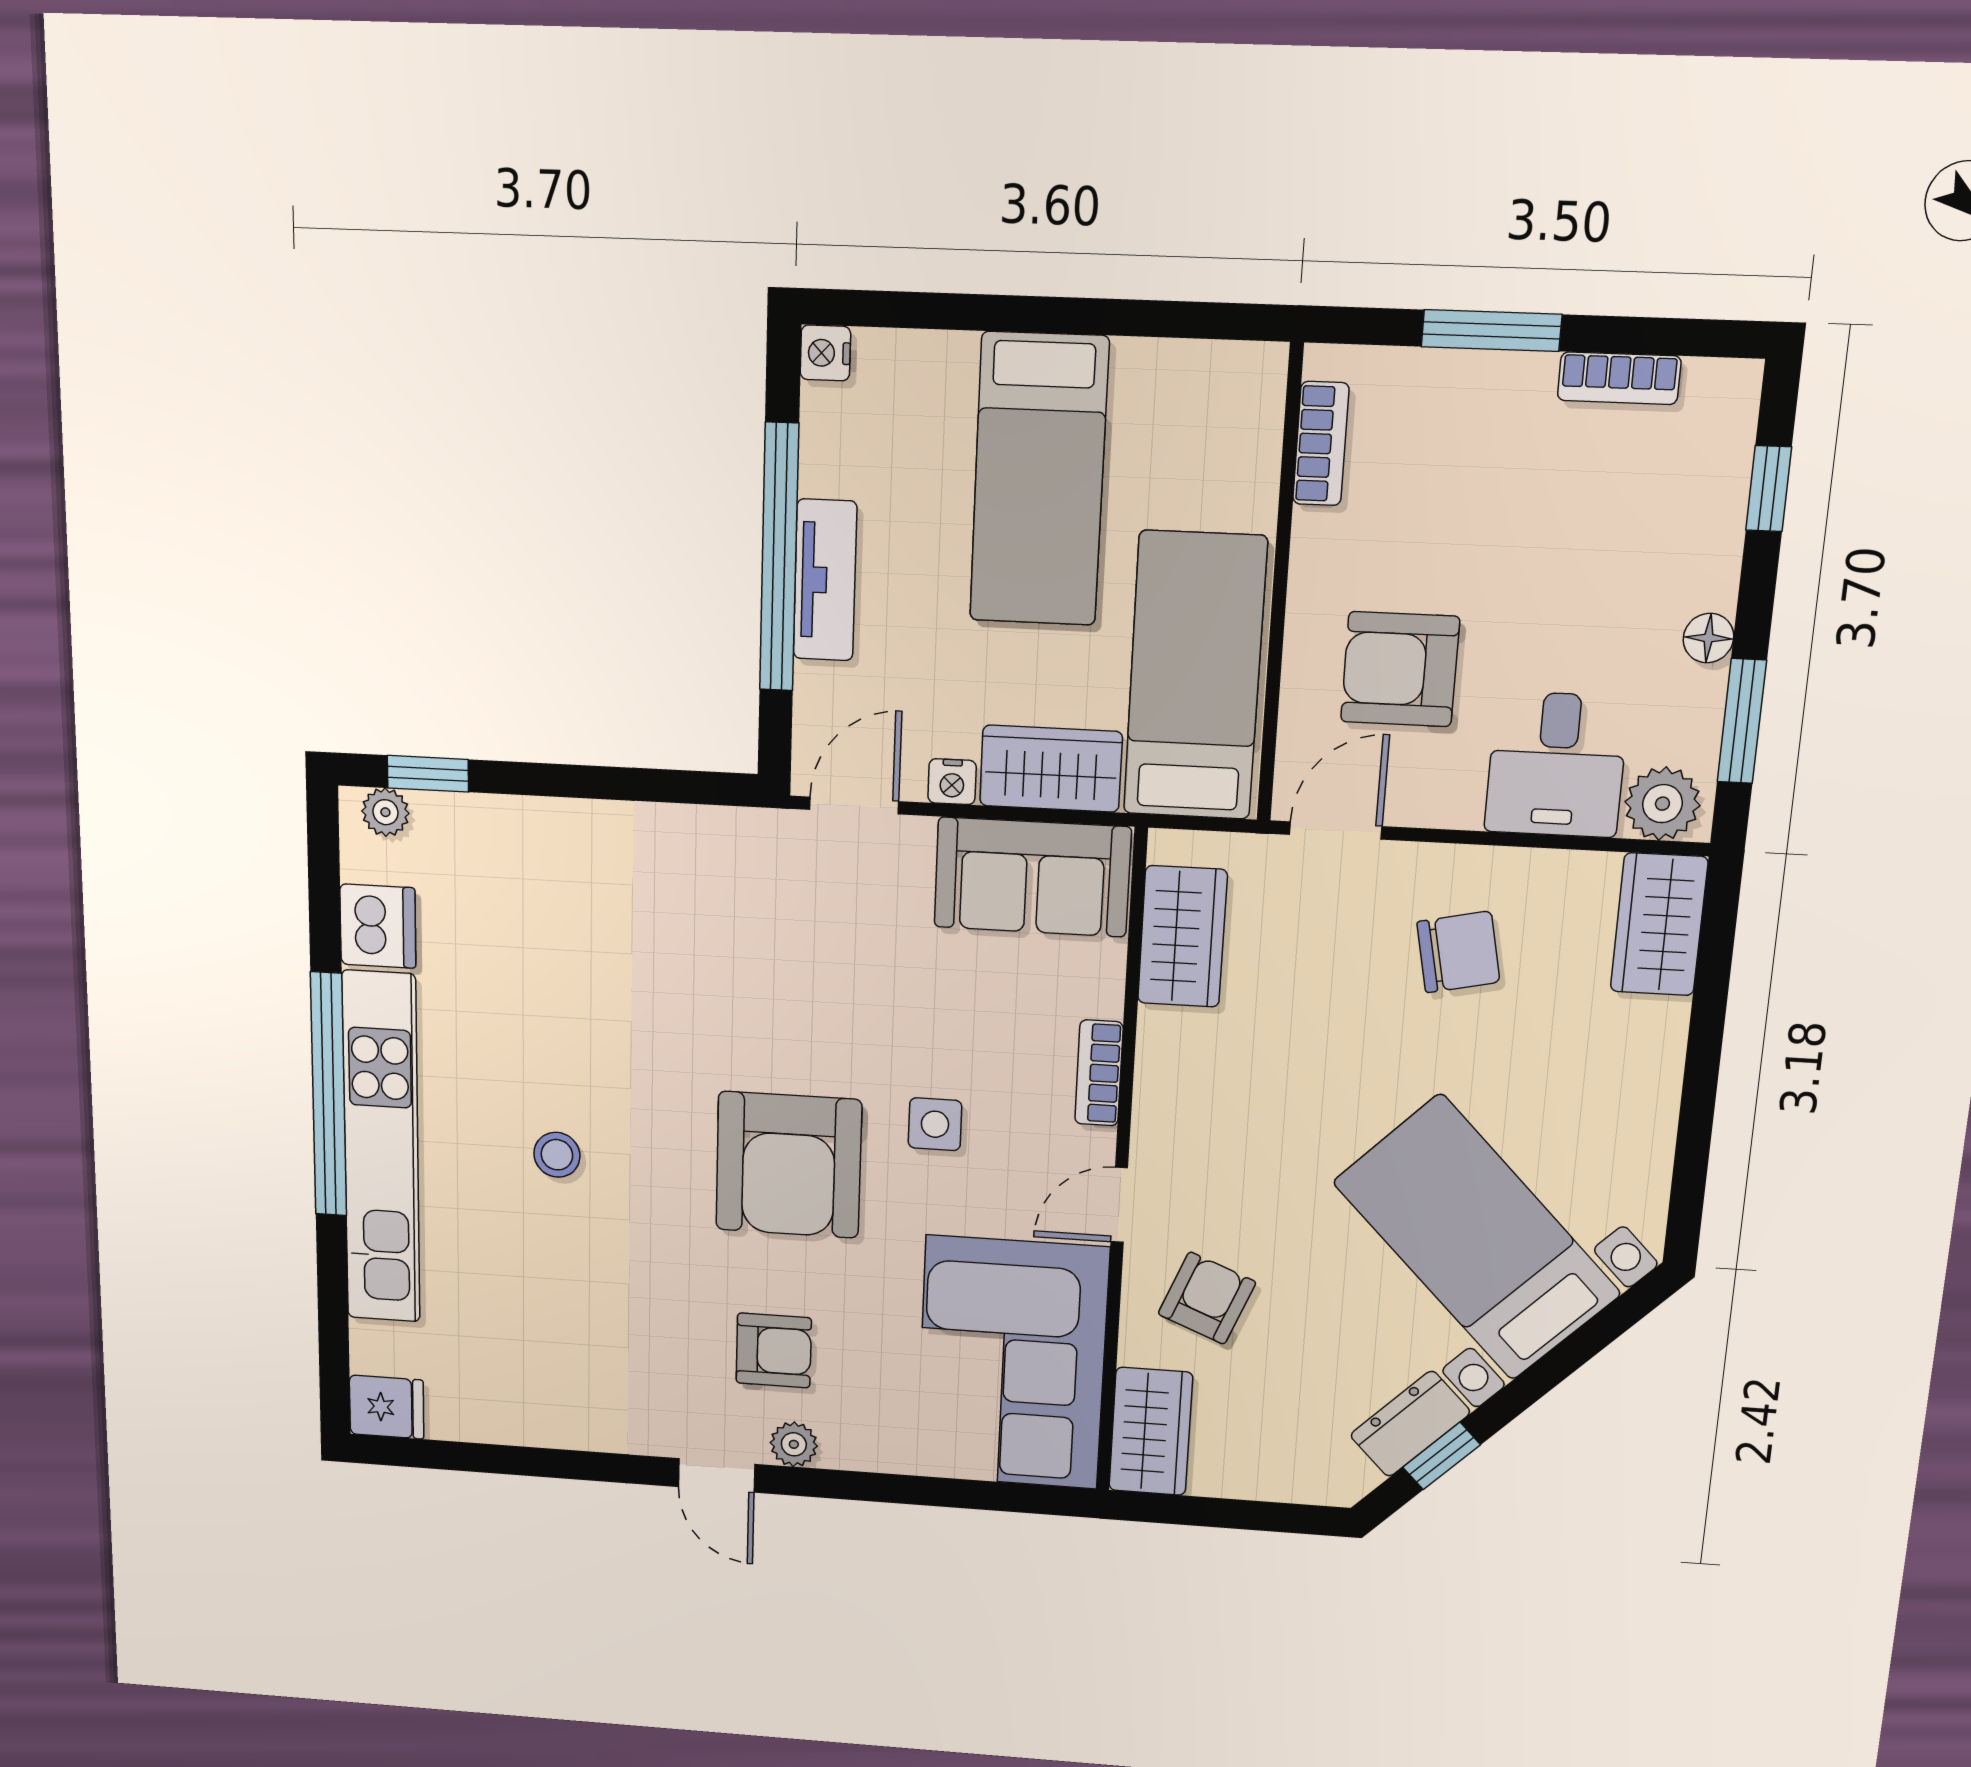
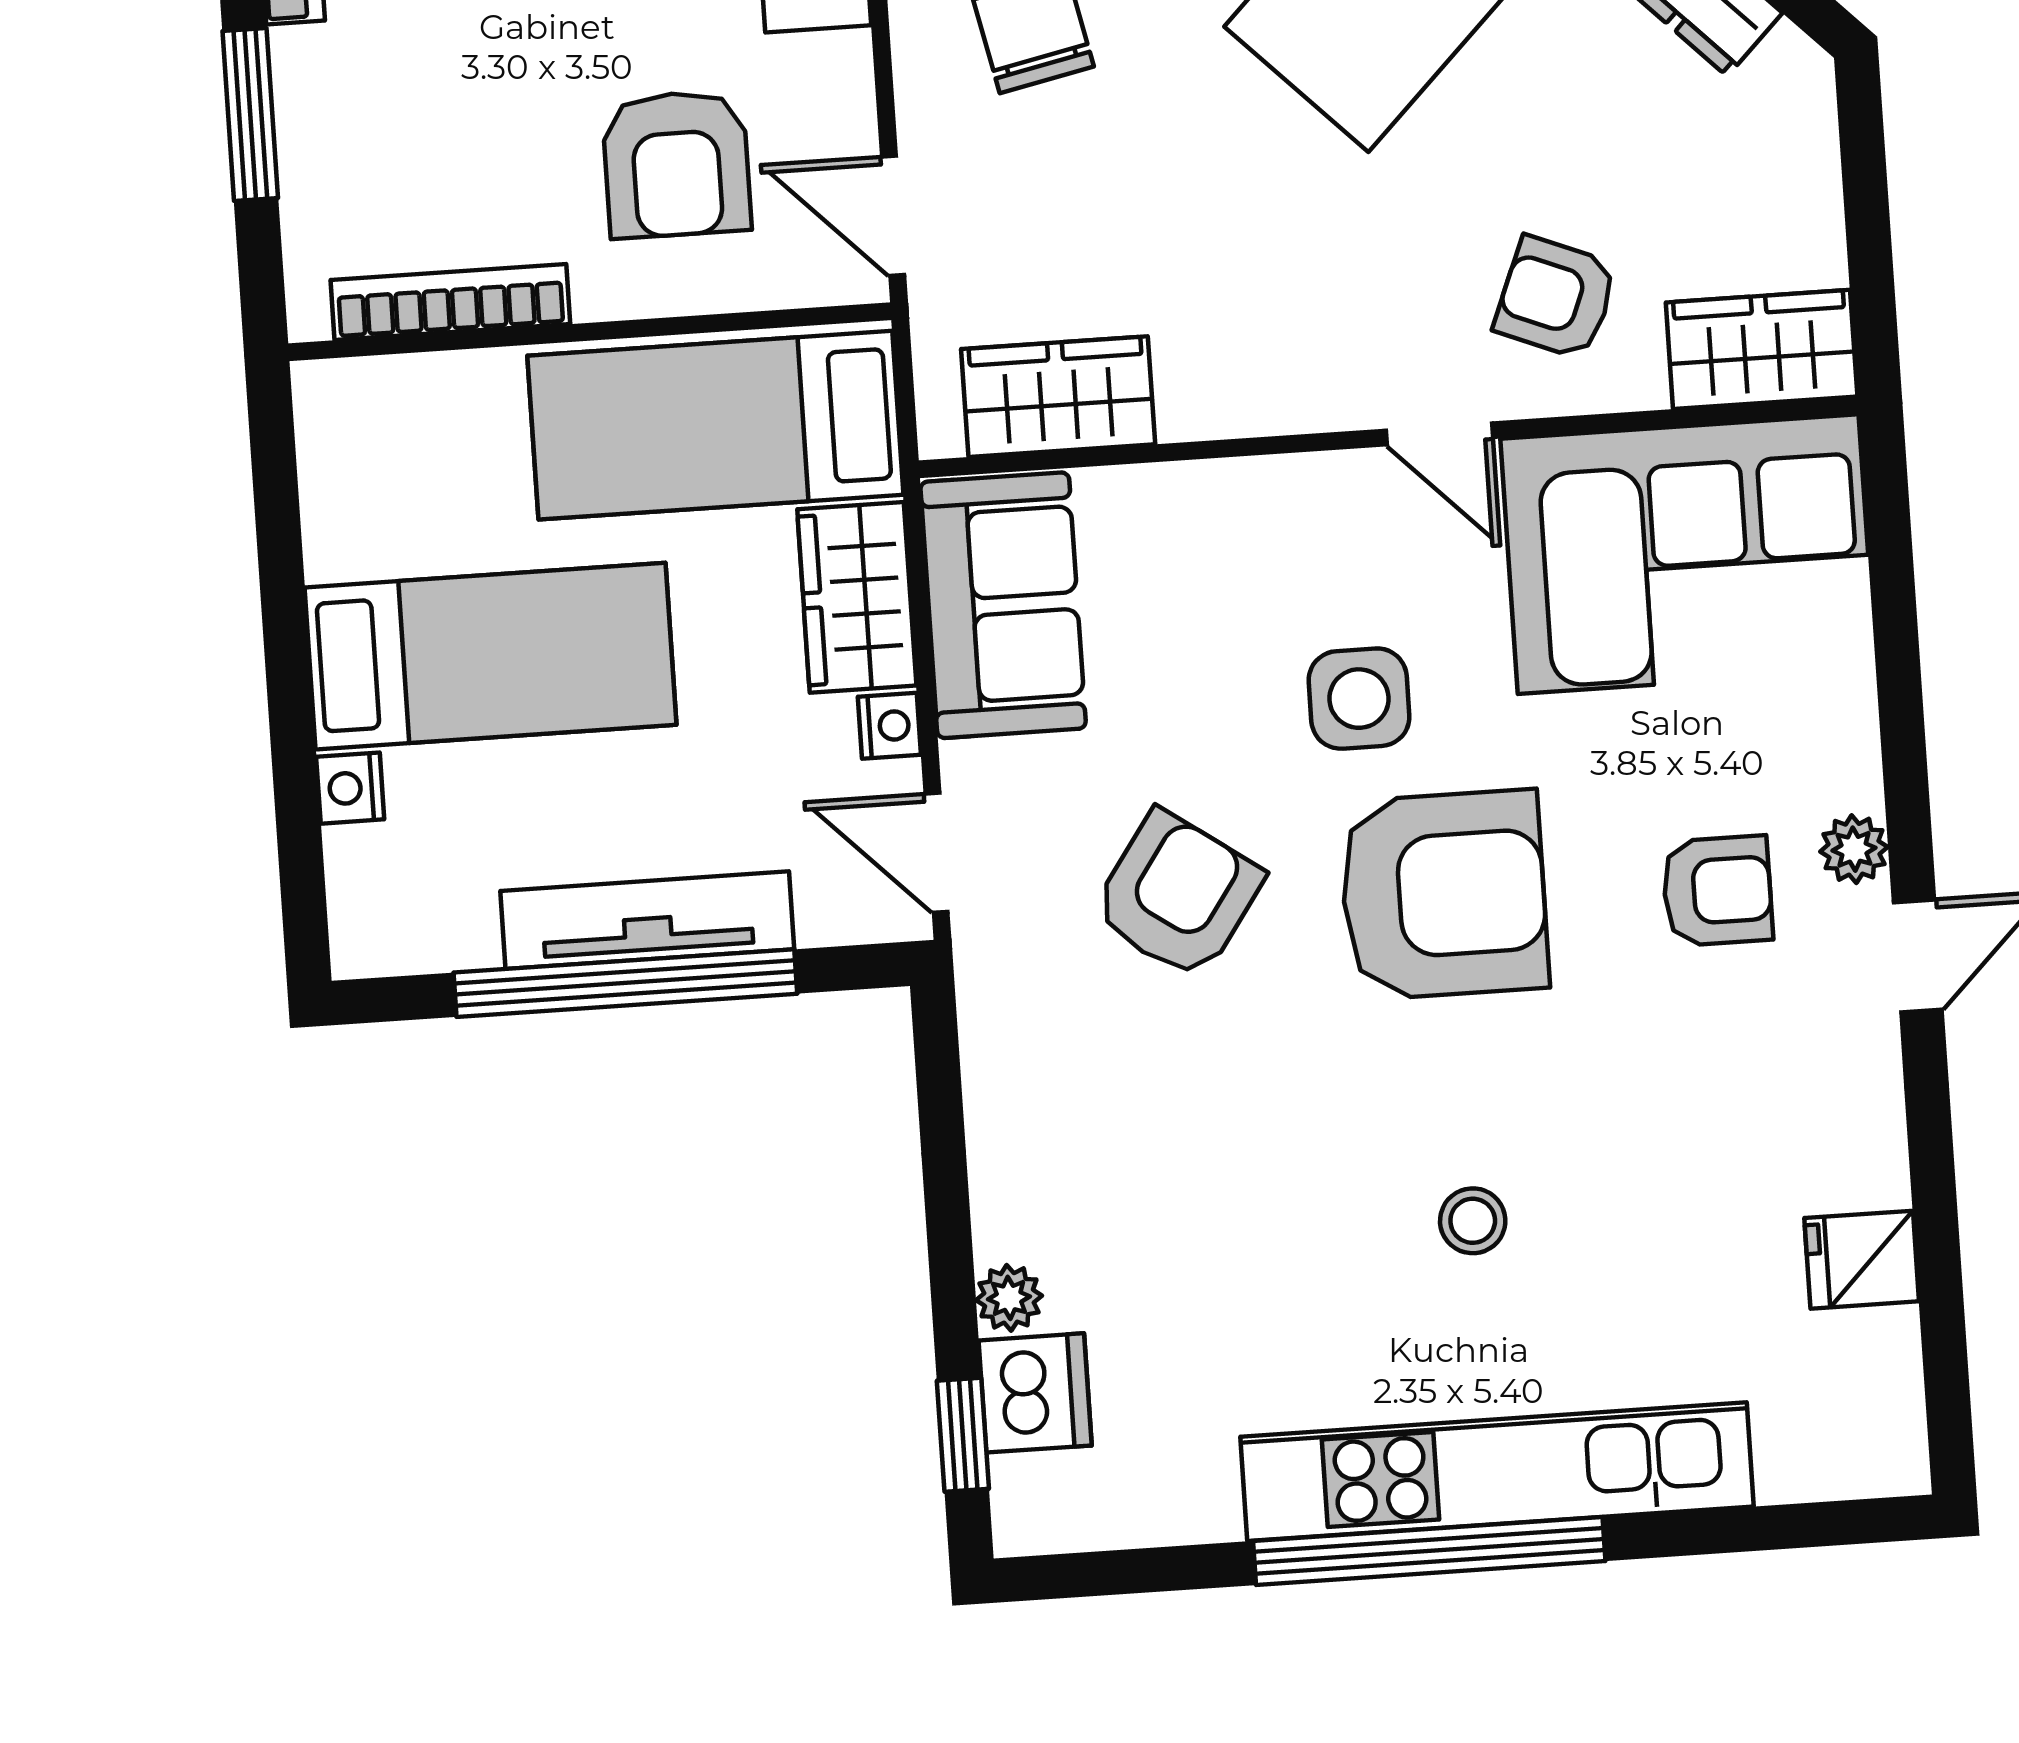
nightstand: (825, 353) -> (350, 788), moved, turned 90
bookcase: (1321, 444) -> (450, 302), width x1.56
tv unit: (825, 580) -> (647, 920), width x1.41
plant: (385, 812) -> (1009, 1298), moved
dishwasher: (378, 926) -> (1035, 1393), moved, turned 90
armchair: (806, 978) -> (1177, 895), added
bookcase: (1099, 1073) -> (1258, 484), removed
side table: (935, 1124) -> (1359, 699), width x1.37, depth x1.37
armchair: (774, 1350) -> (1717, 891), turned 90
fridge: (387, 1407) -> (1862, 1260), moved, turned -90

